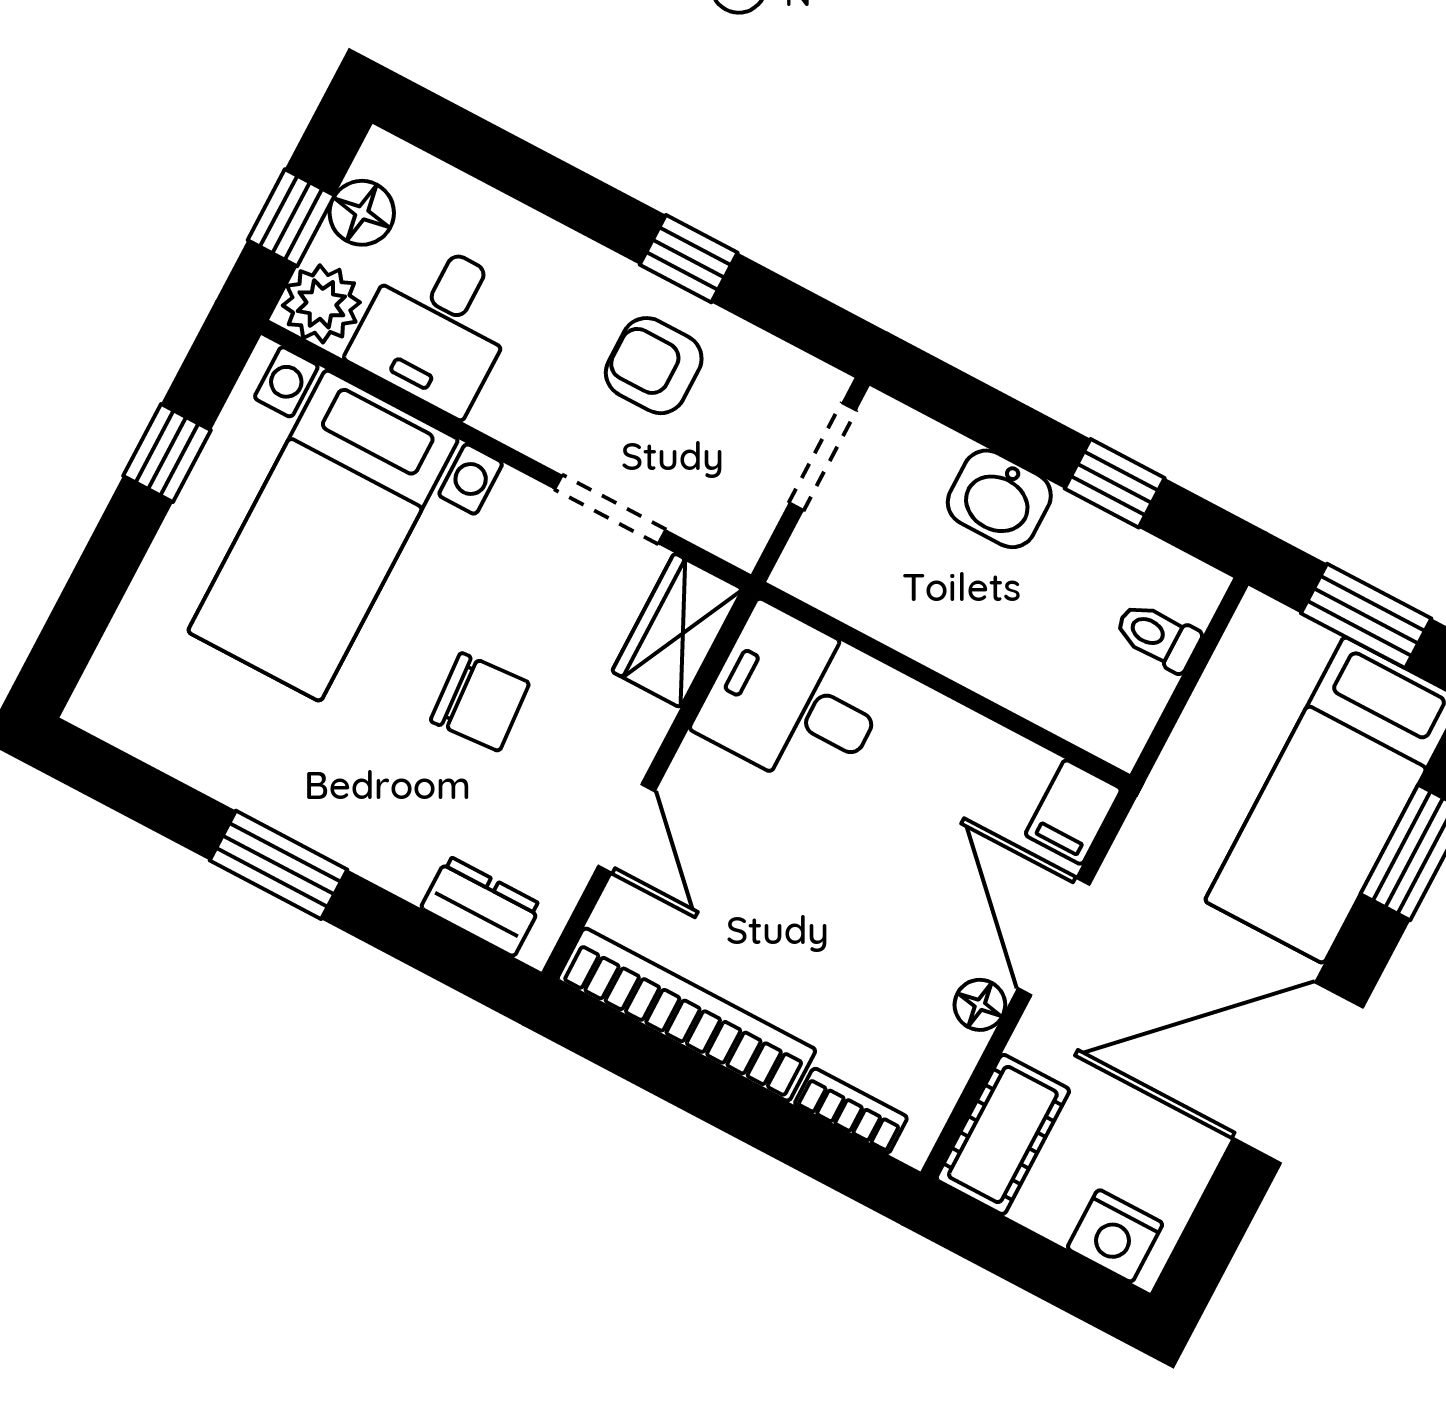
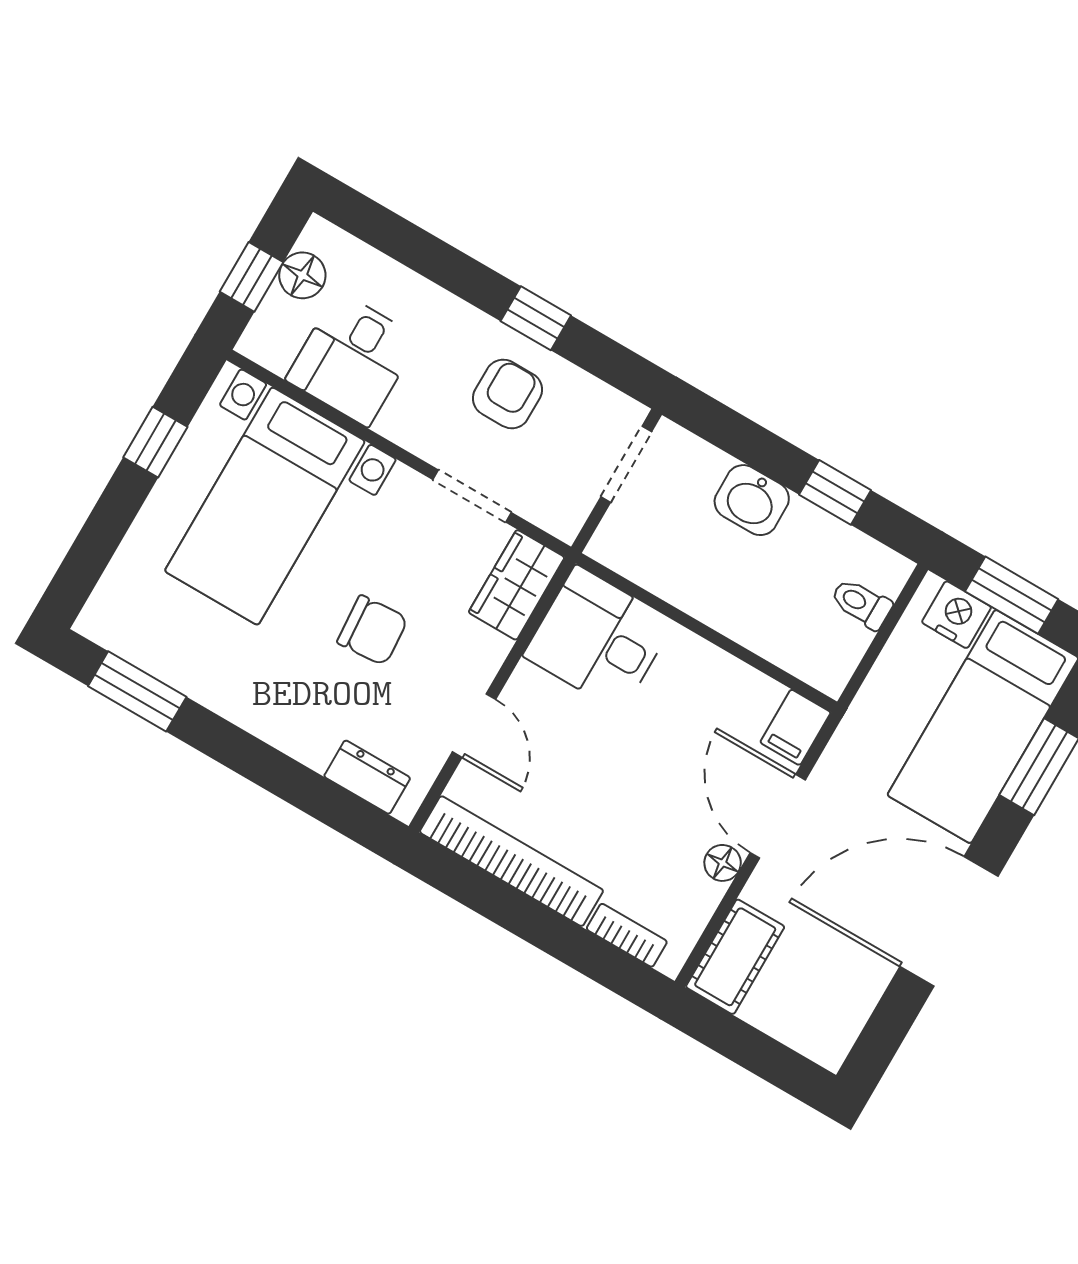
plant: (321, 304) -> (271, 340), removed
armchair: (654, 366) -> (507, 394), turned 90
window: (279, 865) -> (137, 691), moved
nightstand: (1115, 1236) -> (957, 615), moved, turned 180

